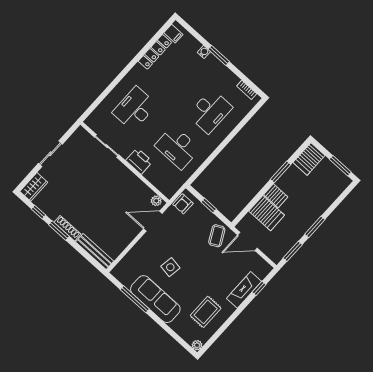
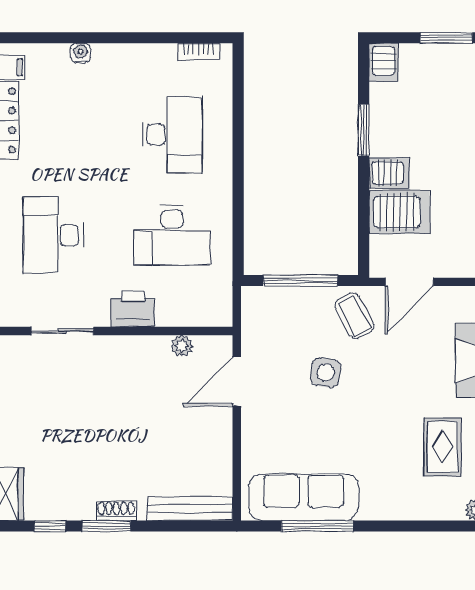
window: (219, 55) -> (108, 38), removed
server rack: (309, 159) -> (384, 62), width x0.73, depth x0.70
plant: (156, 201) -> (182, 346), moved
armchair: (183, 204) -> (259, 314), removed
window: (209, 205) -> (300, 280), width x2.17
shoe rack: (67, 228) -> (116, 511), width x0.70
side table: (170, 267) -> (326, 373), moved
sofa: (155, 299) -> (304, 497), moved

